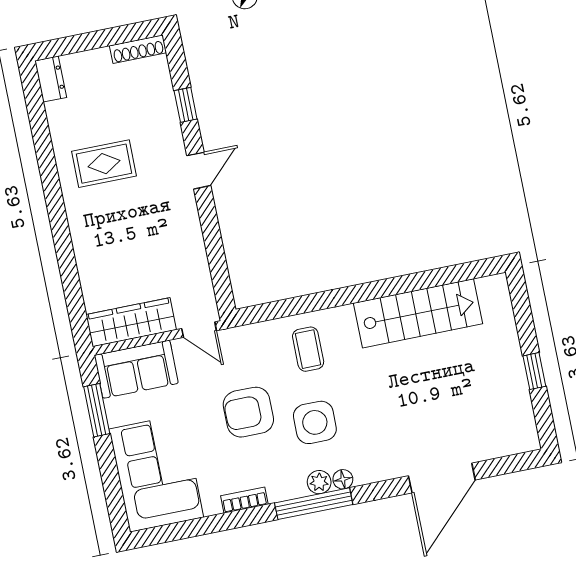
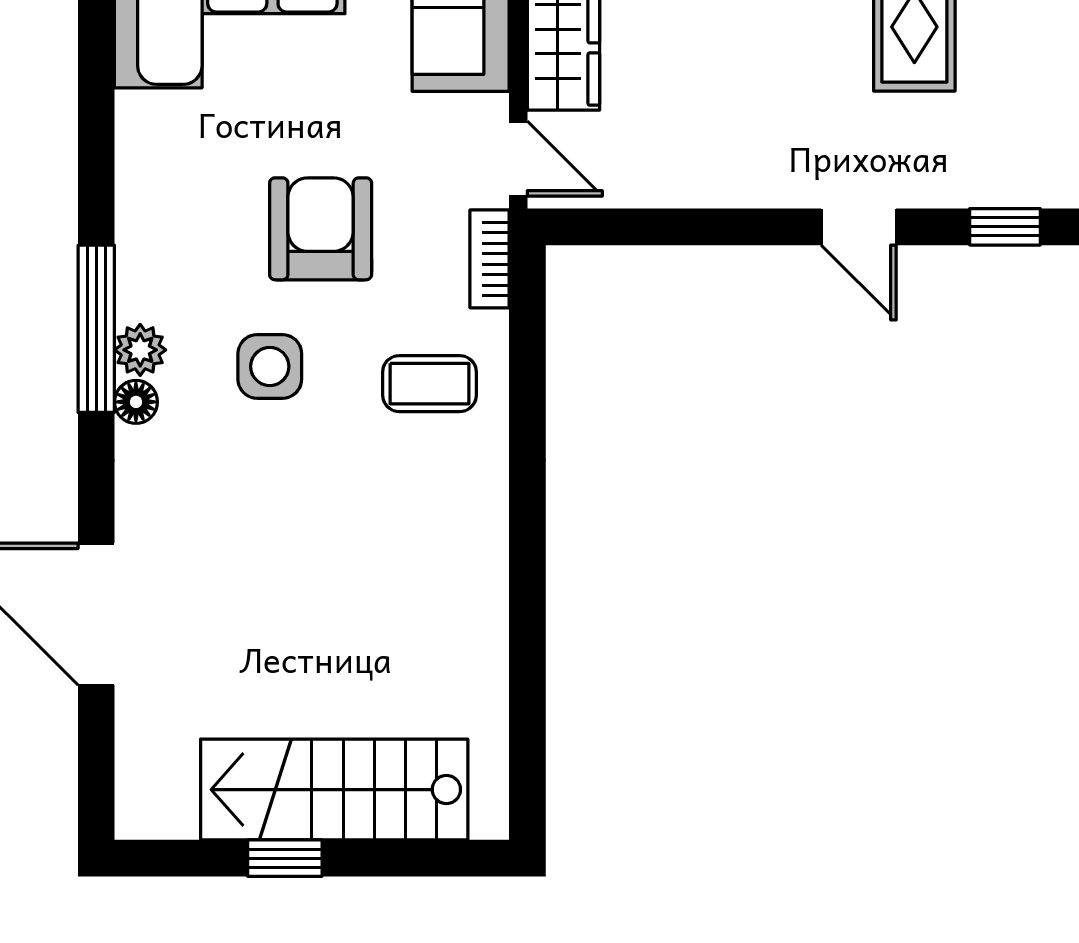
stairs: (418, 313) -> (334, 790), moved, turned 90
door: (199, 330) -> (518, 159), swing flipped
side table: (315, 422) -> (270, 366), width x0.73, depth x0.73
bookcase: (244, 500) -> (490, 259), moved, turned 180

